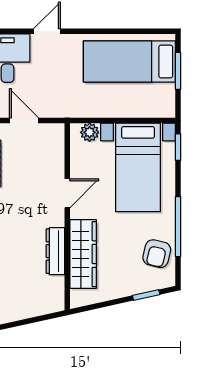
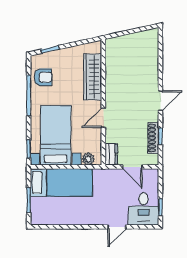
bed: (129, 62) -> (61, 183), moved
dresser: (55, 251) -> (111, 154), moved, width x0.70
armchair: (157, 254) -> (43, 77), turned 77

